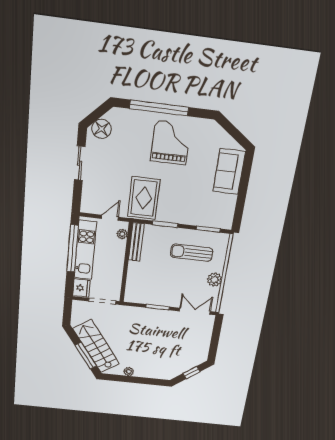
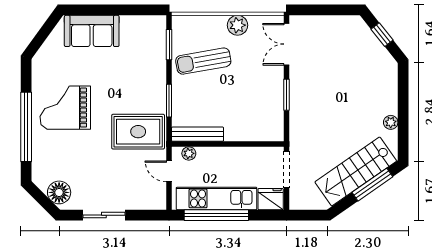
sun lounger: (192, 253) -> (203, 61), turned 80

